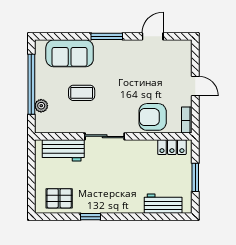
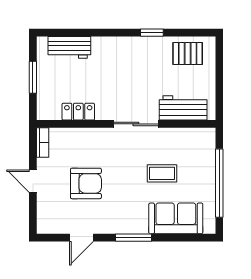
plant: (41, 106) -> (208, 159), removed
armchair: (153, 117) -> (86, 183), moved
locker: (172, 147) -> (78, 112), moved

